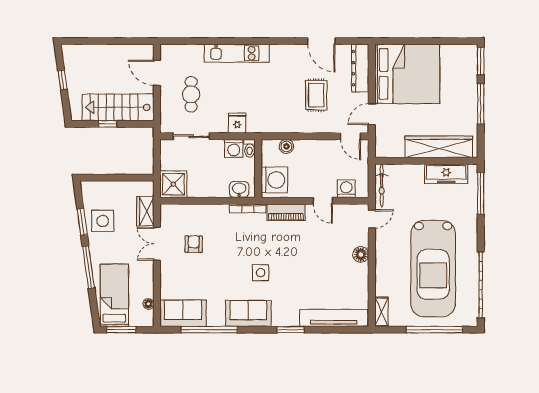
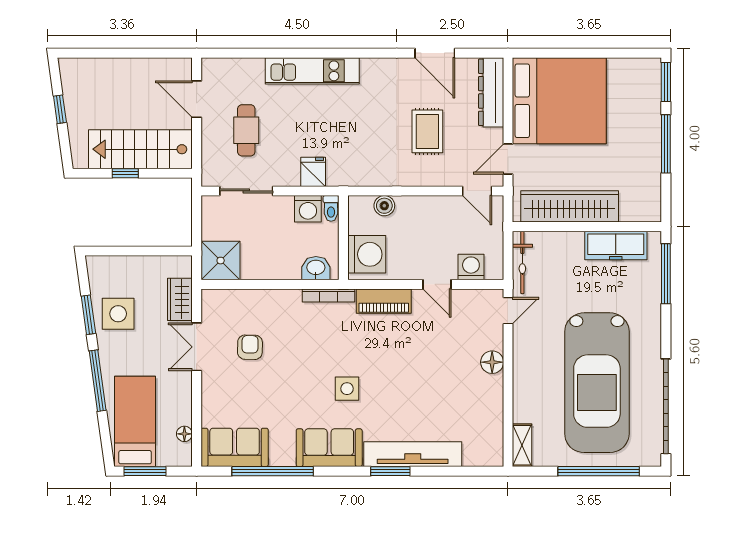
wardrobe: (439, 147) -> (570, 206), moved
tv unit: (334, 318) -> (413, 454), moved

